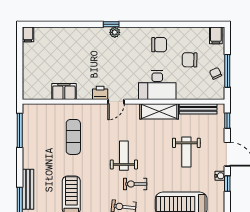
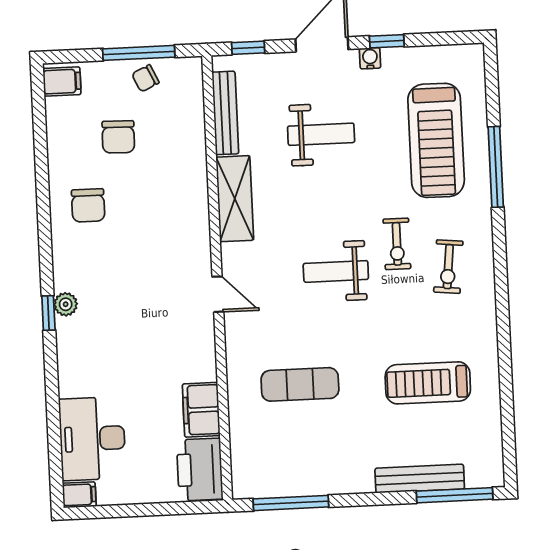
chair: (159, 45) -> (88, 205), turned 180
desk: (157, 85) -> (92, 439), moved, turned 180
printer: (100, 93) -> (200, 470), moved, width x1.87, depth x1.48

